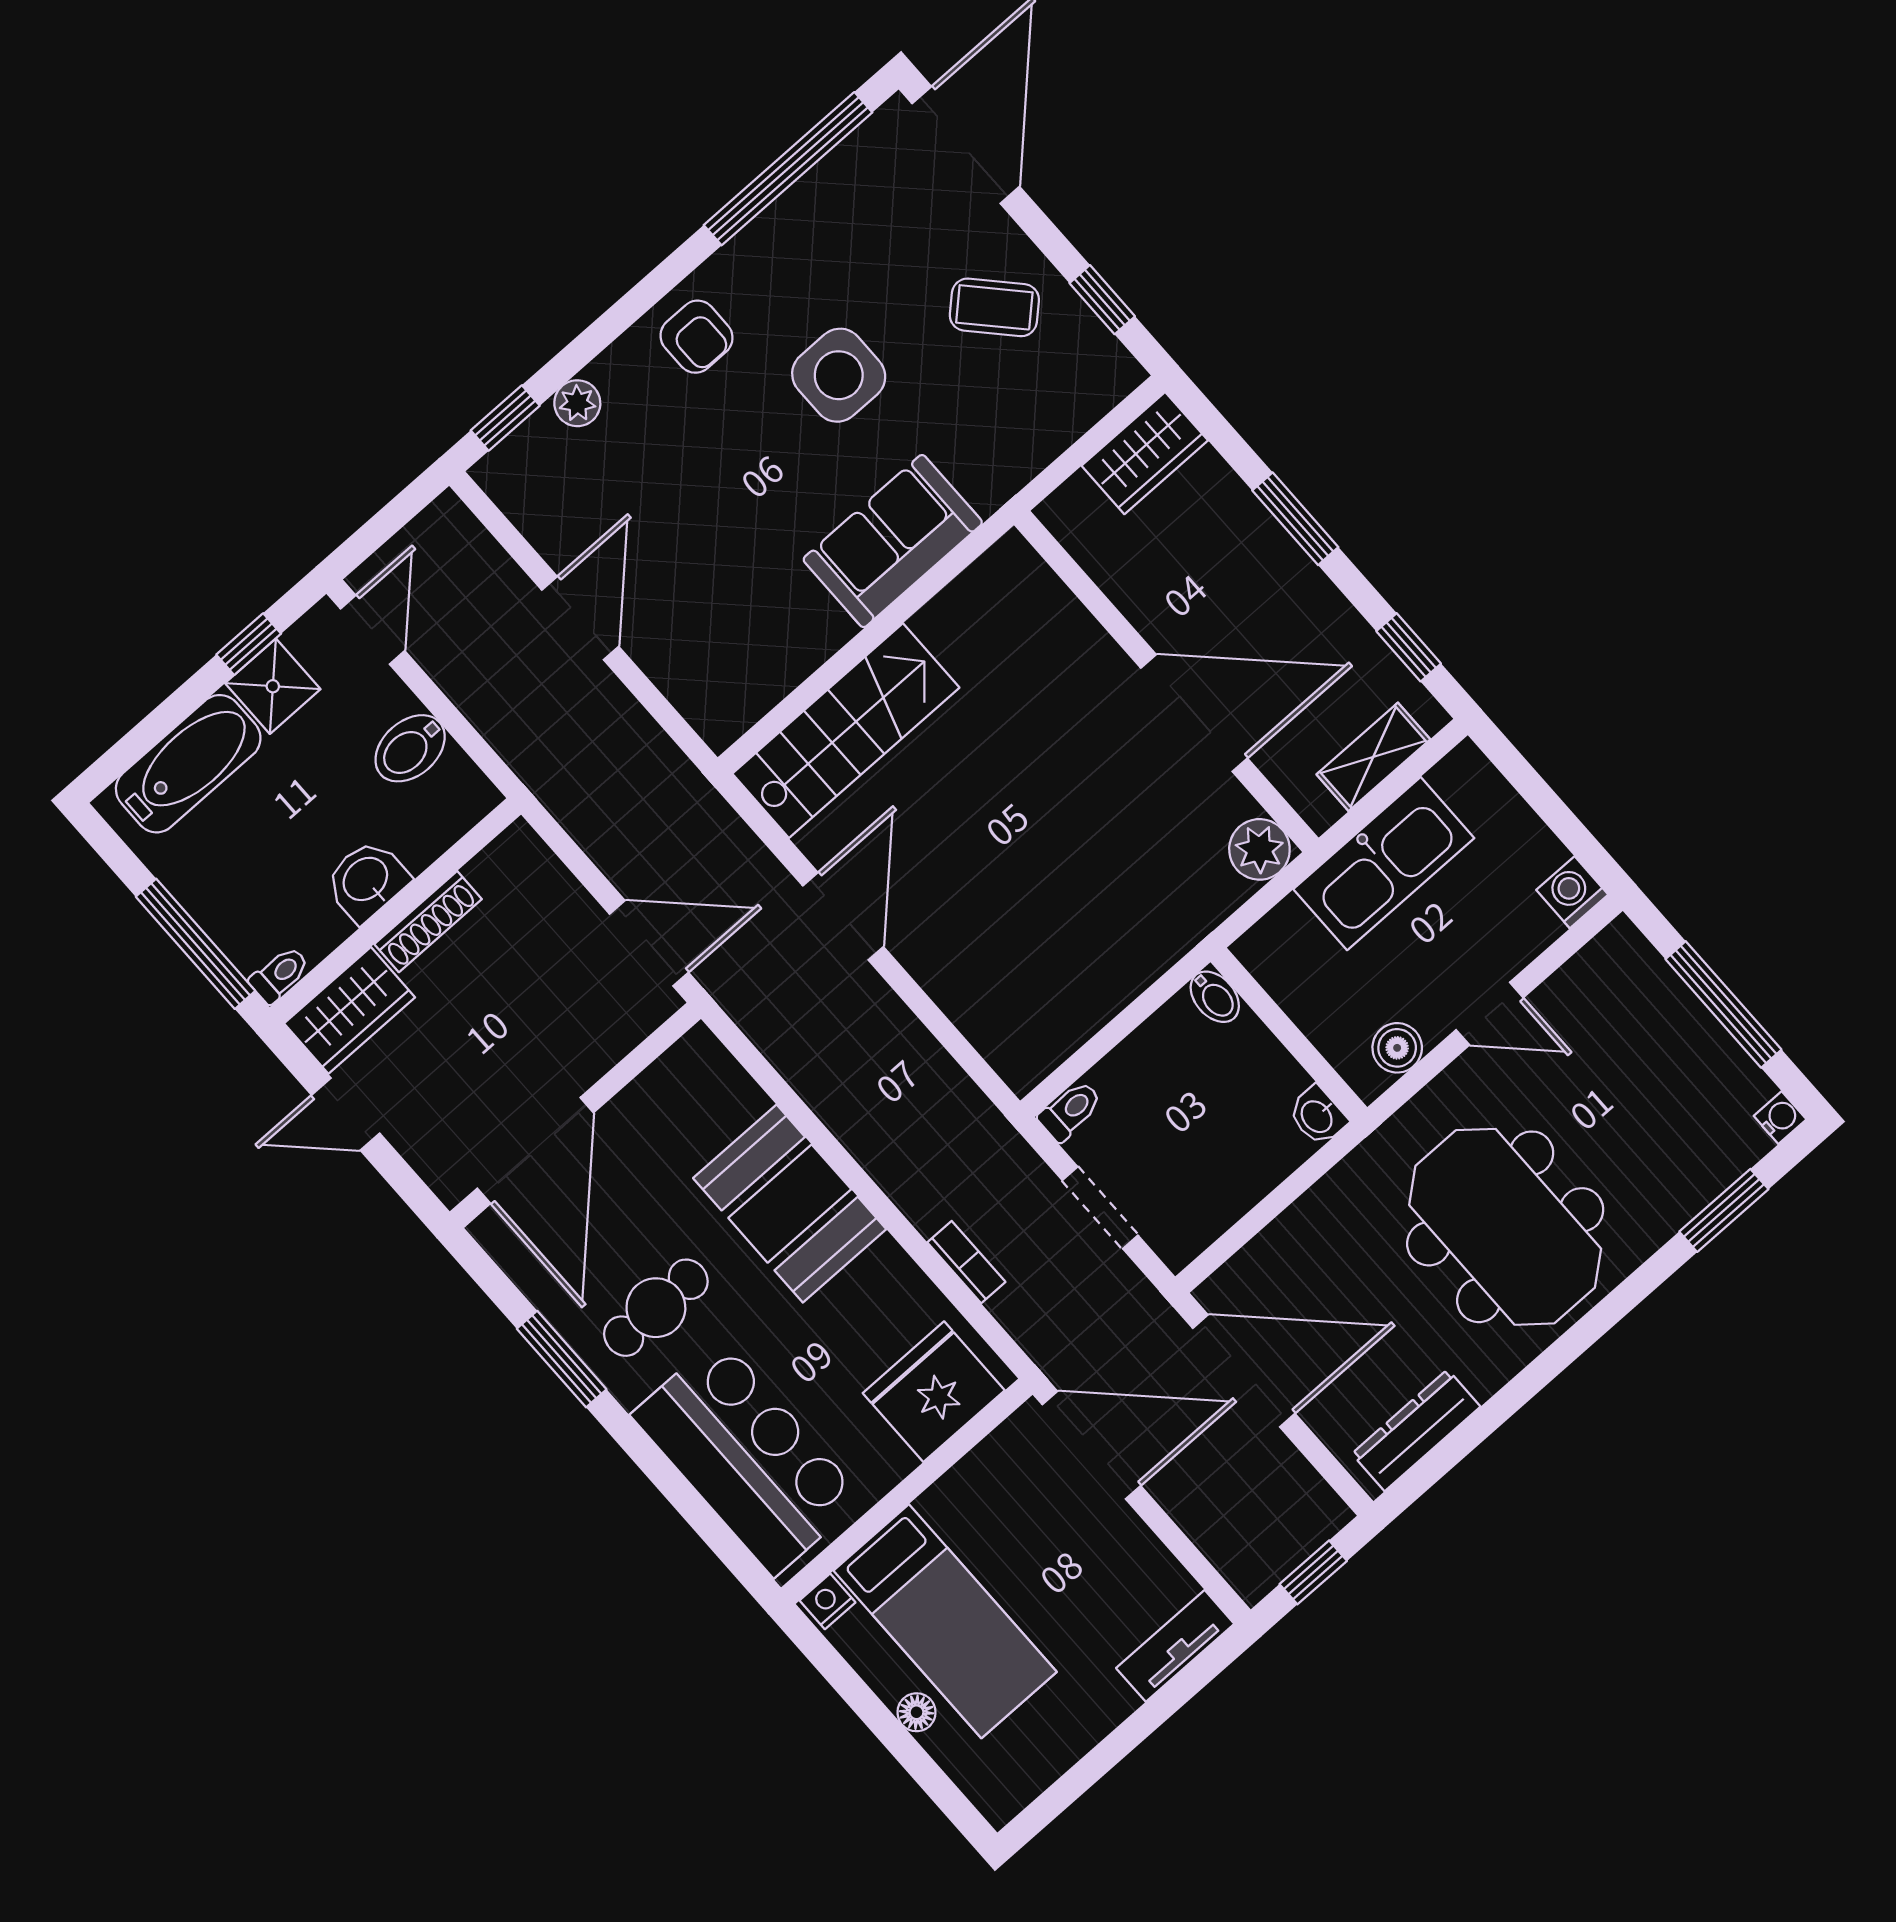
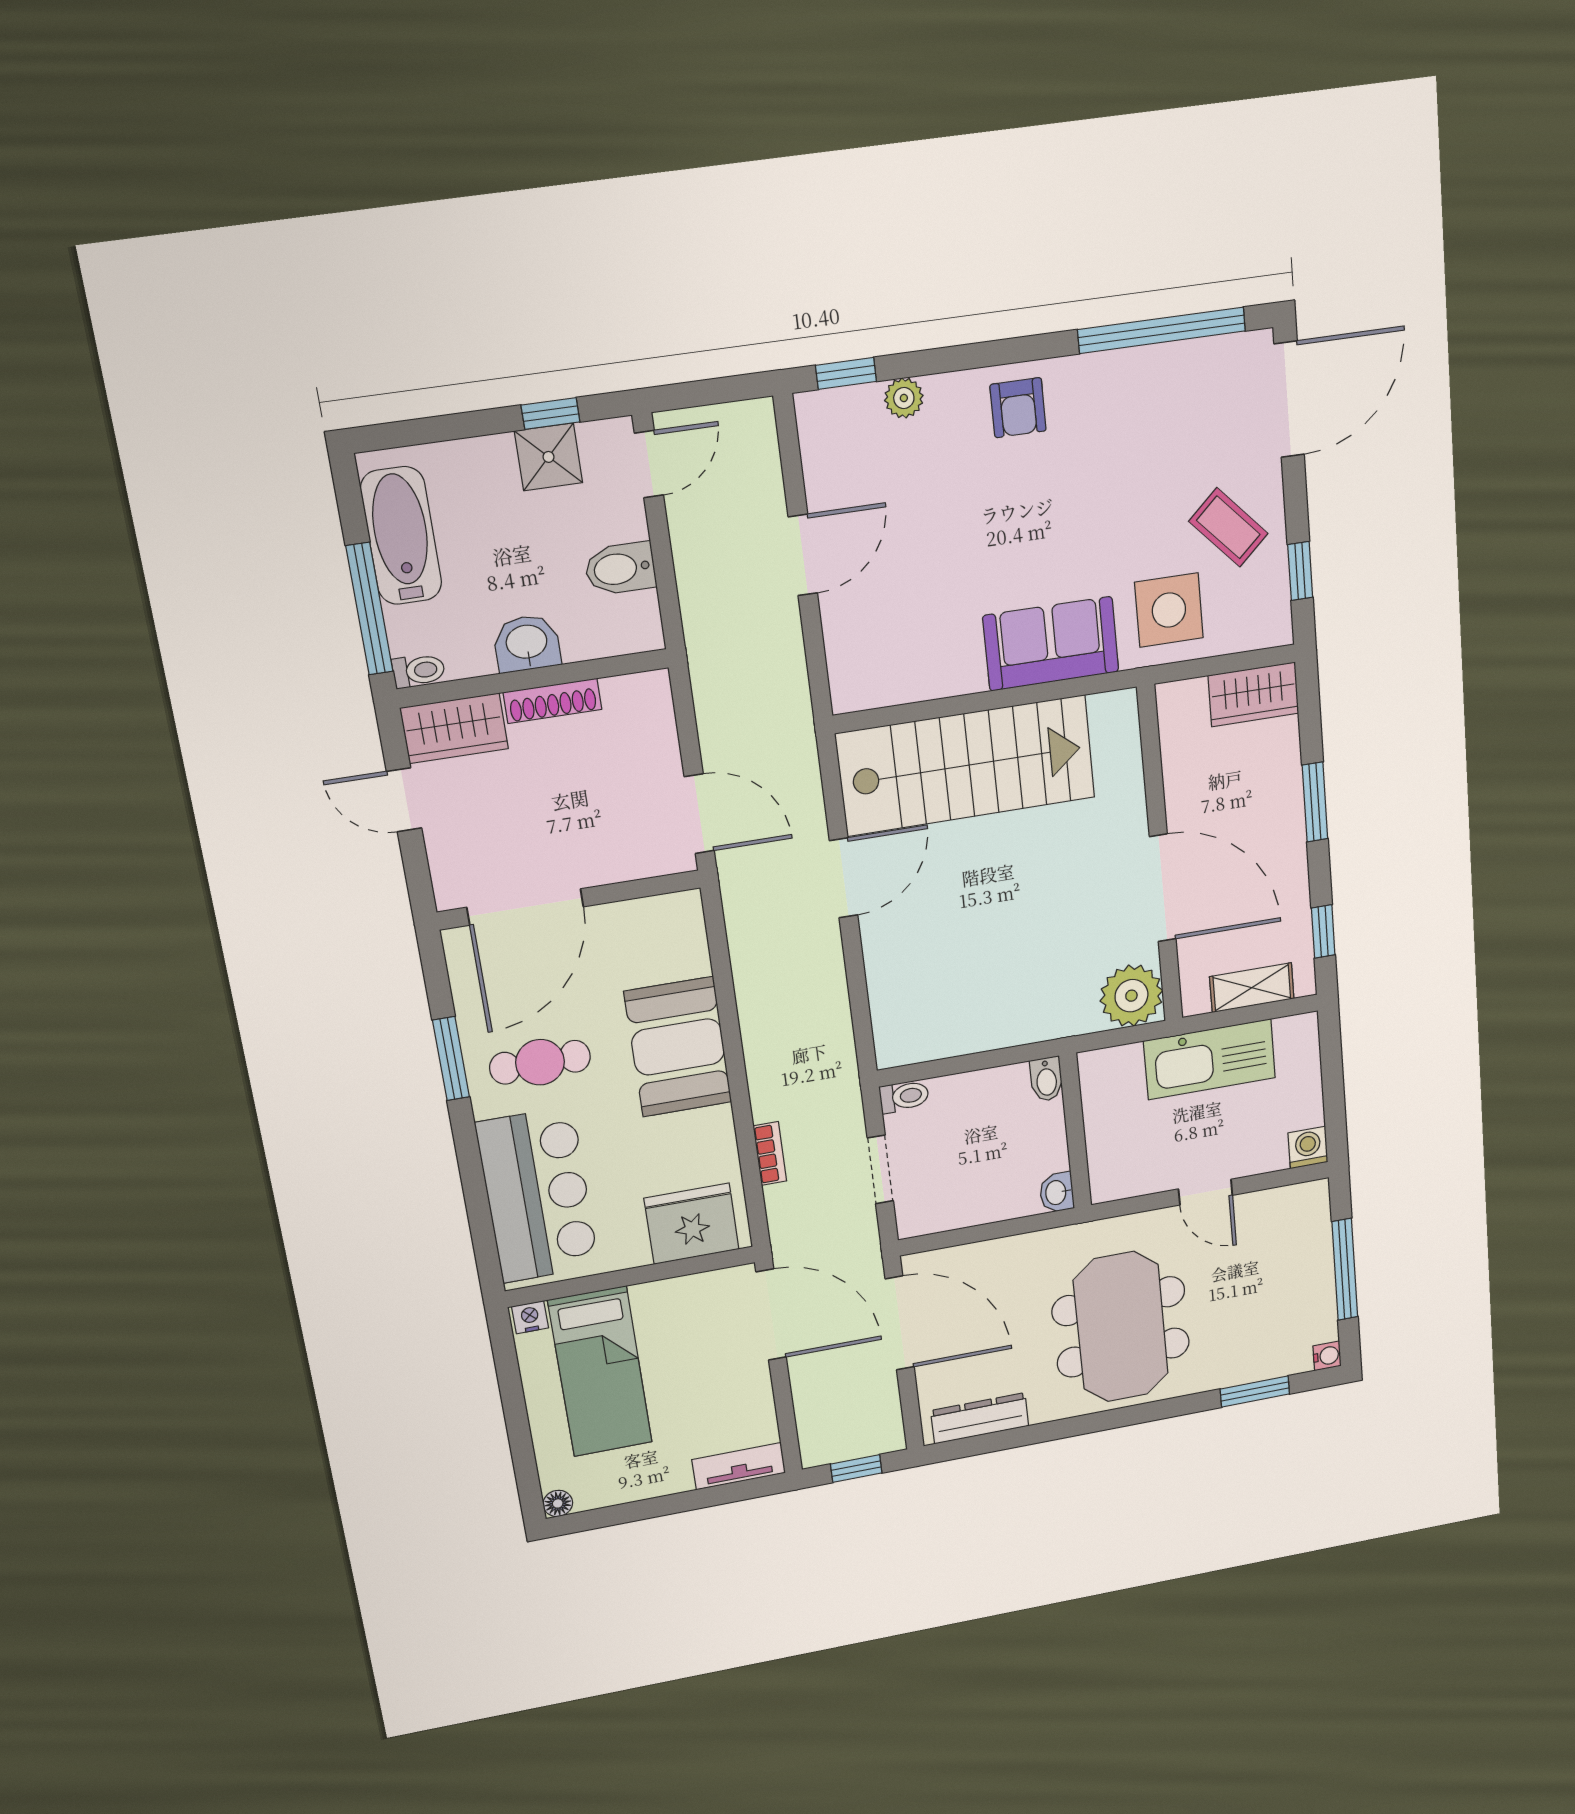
side table: (839, 375) -> (1169, 610), moved
stairs: (846, 731) -> (966, 766), width x1.36, depth x1.51
bathtub: (188, 764) -> (401, 536), moved, turned -90
plant: (1259, 849) -> (1131, 996), width x1.36, depth x1.36
boiler: (1397, 1048) -> (1135, 1179), removed
floor lamp: (916, 1712) -> (558, 1503), moved

